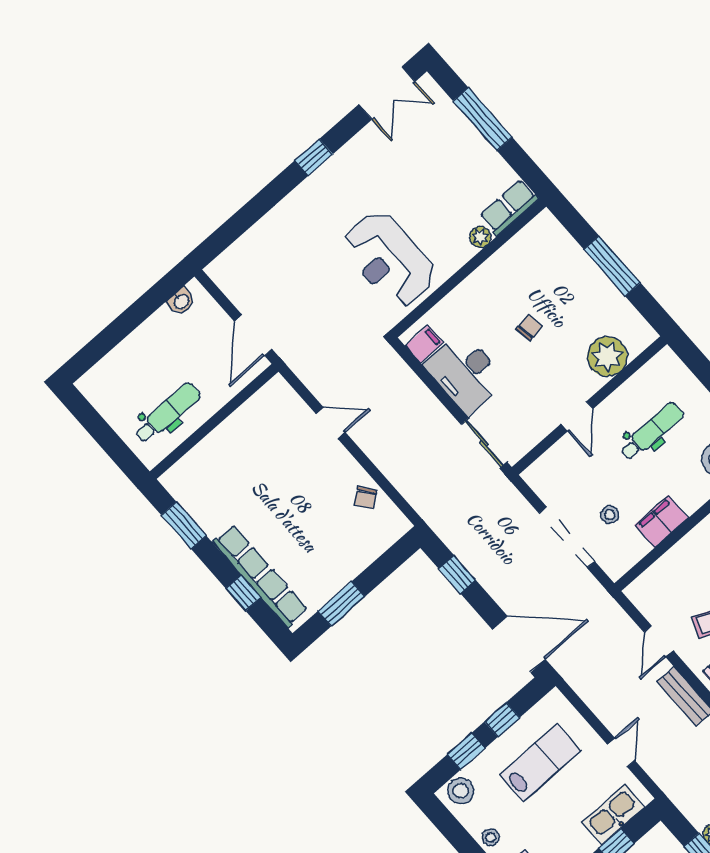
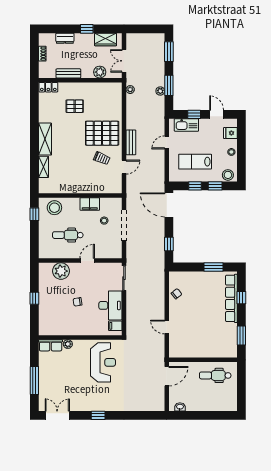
window: (612, 266) -> (34, 298), width x0.46

